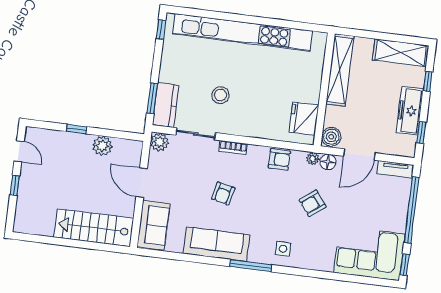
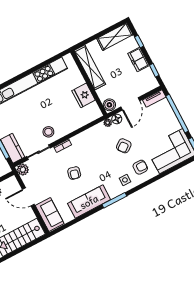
stool: (220, 95) -> (48, 132), moved
freezer: (410, 111) -> (139, 59), width x0.71
fridge: (304, 119) -> (84, 95), moved
armchair: (279, 159) -> (140, 167), moved

